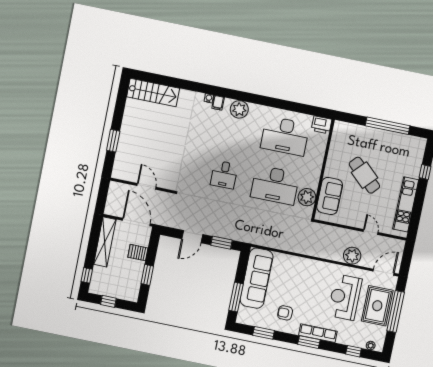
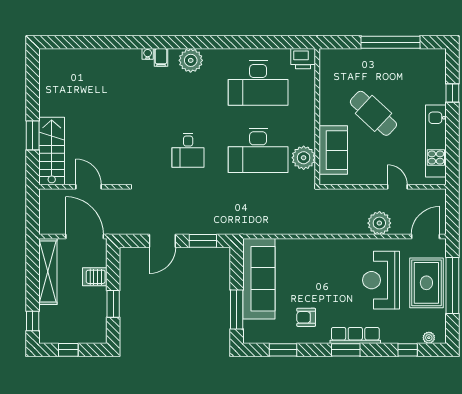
stairs: (153, 93) -> (52, 151), moved, turned -90

